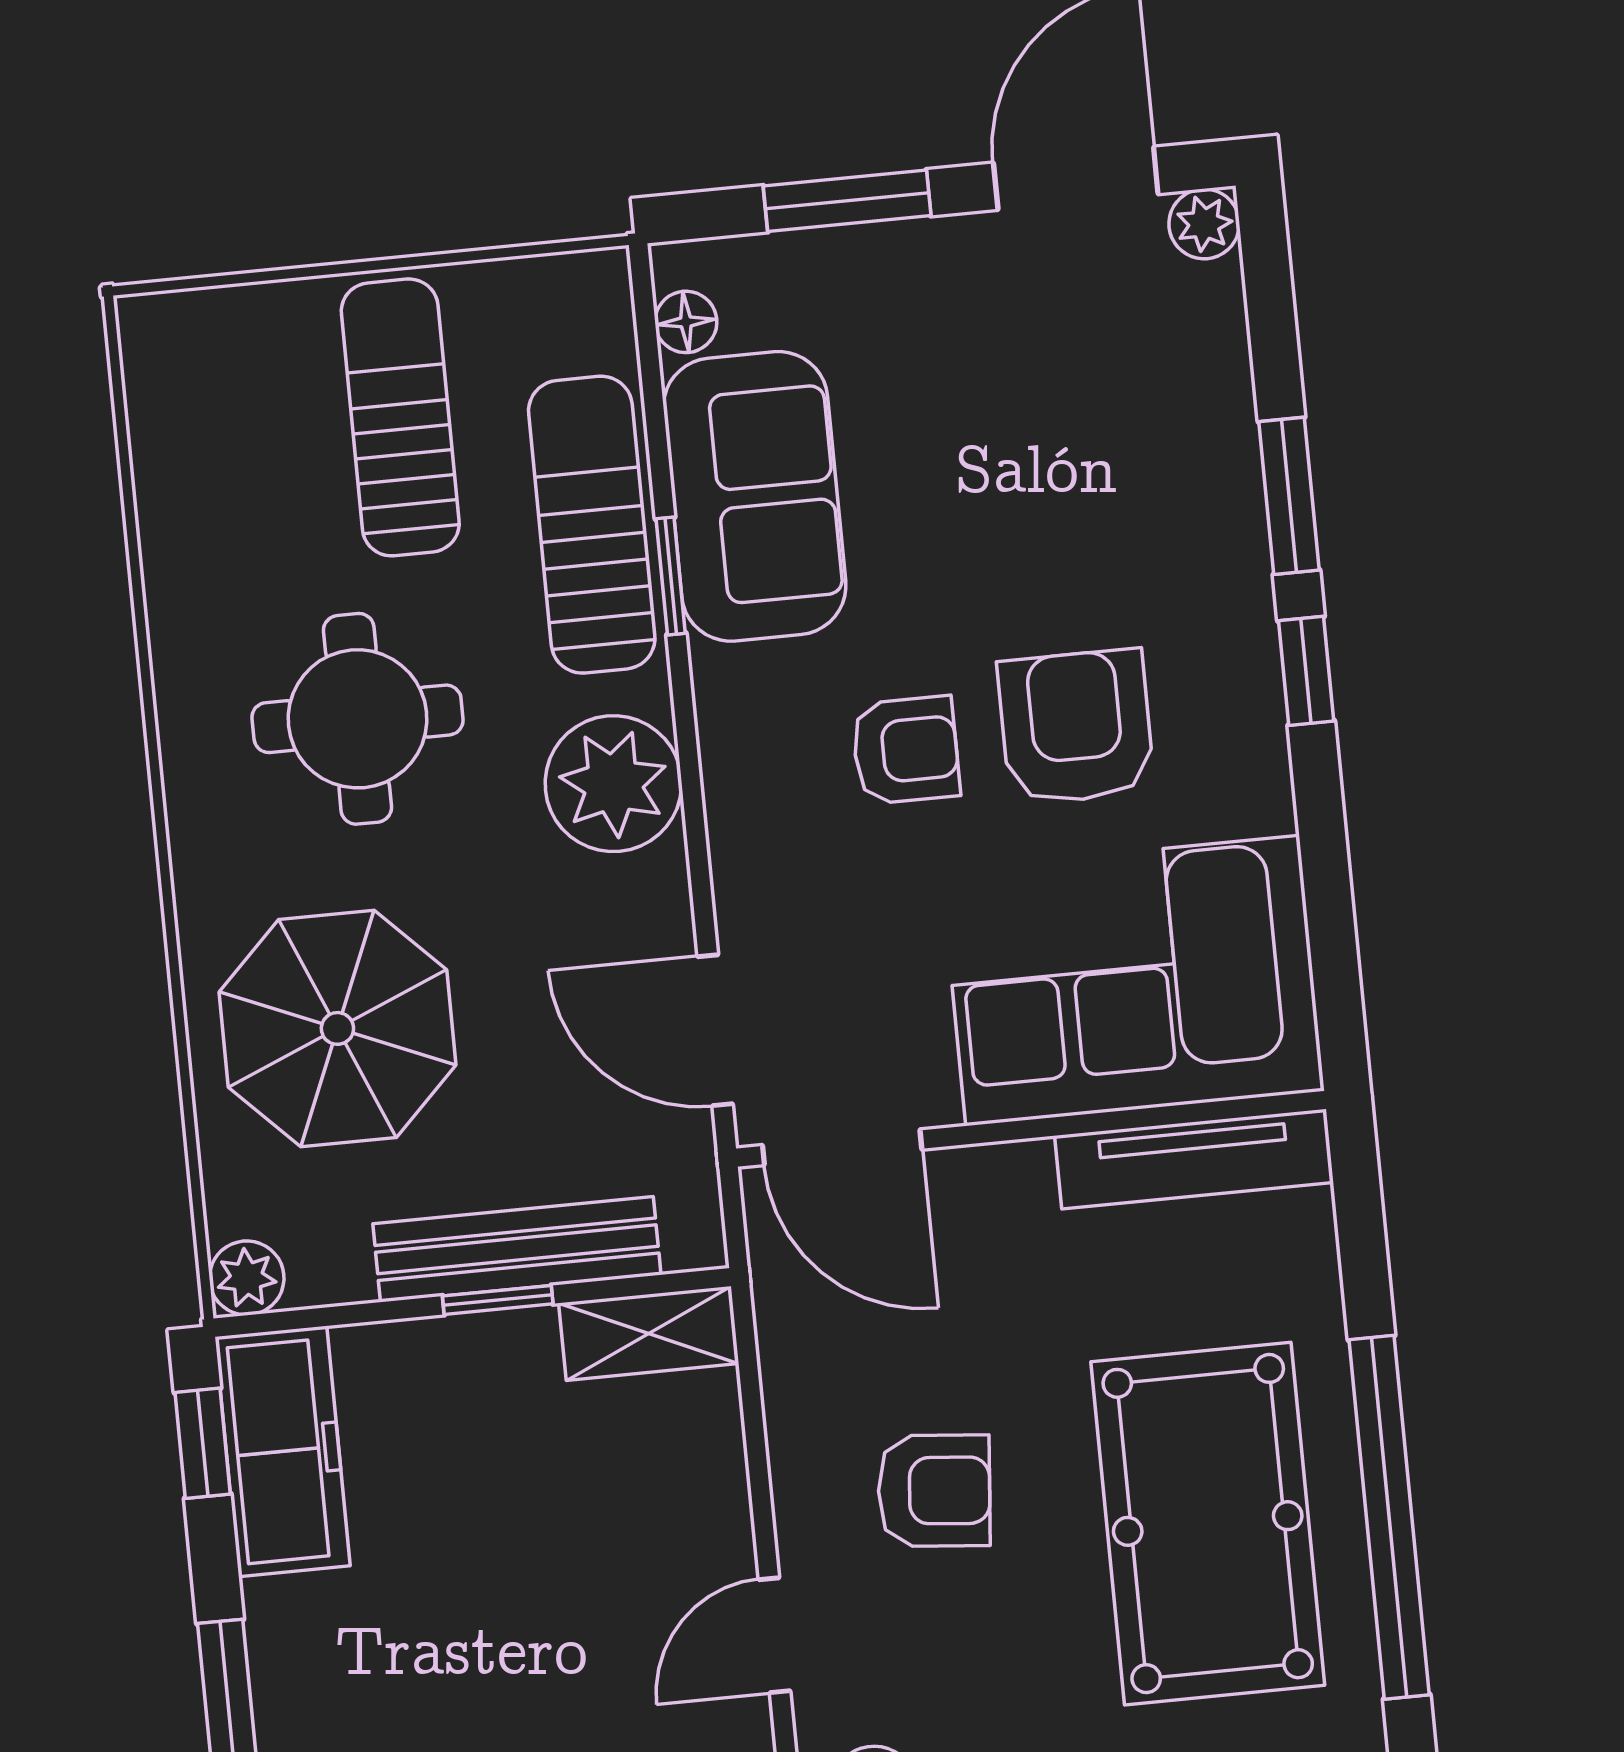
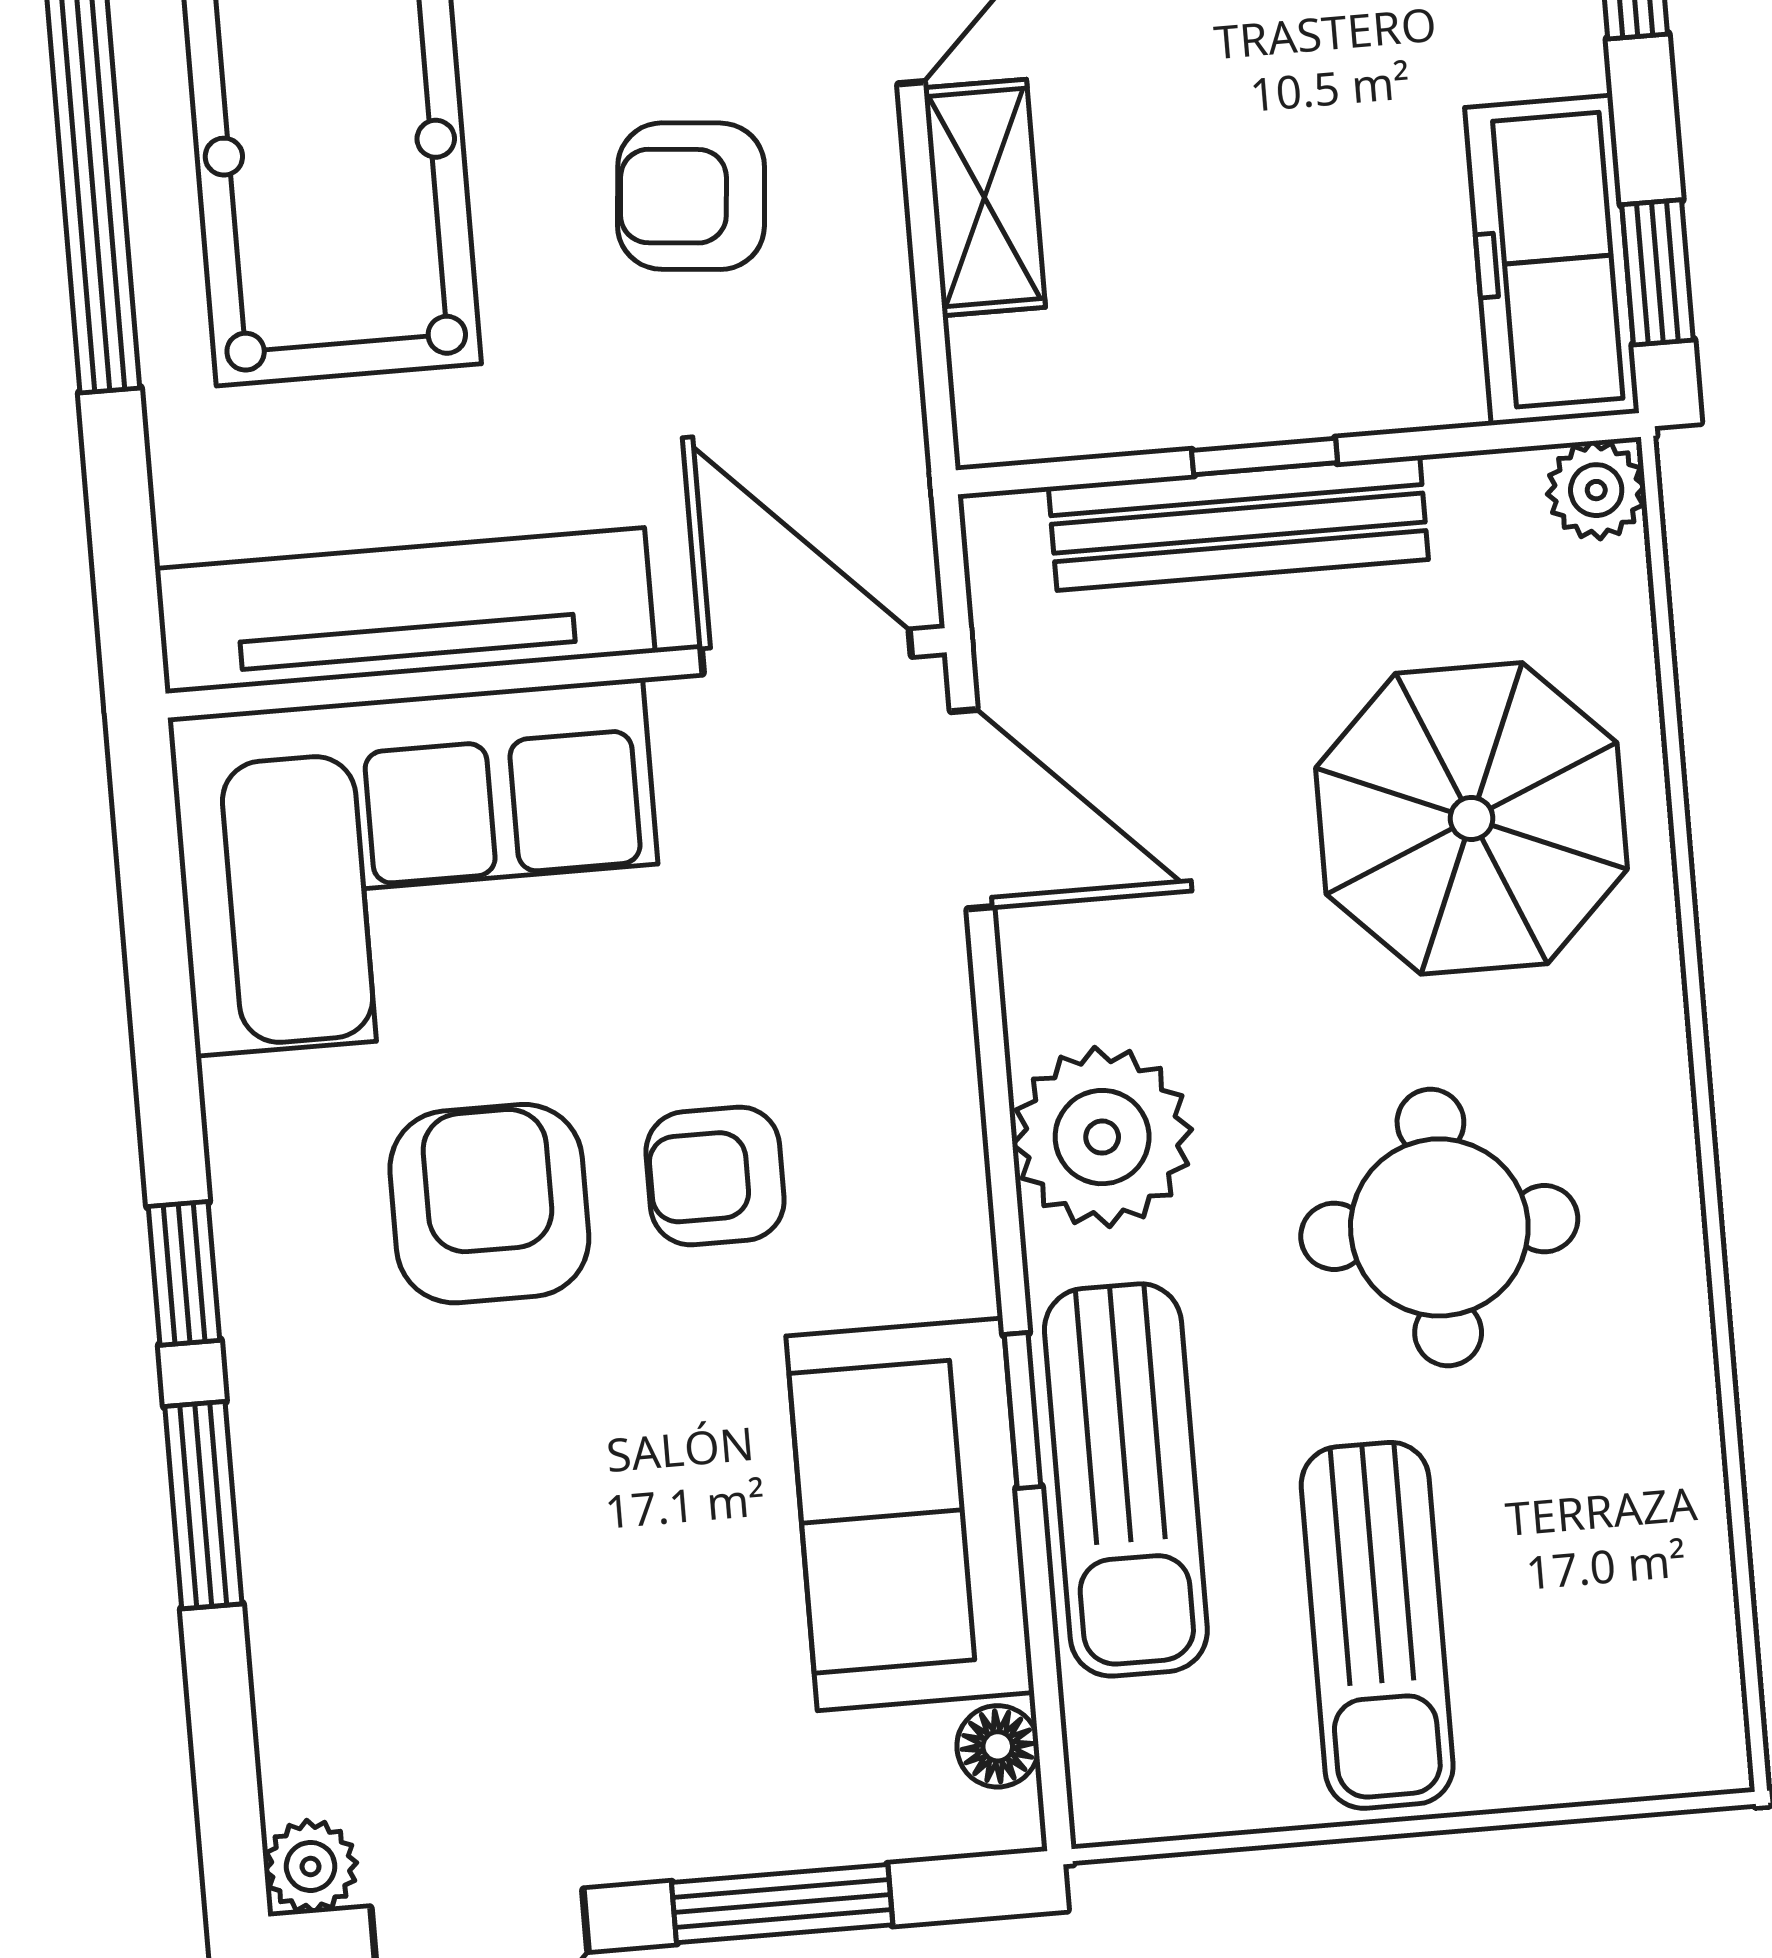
armchair: (1076, 727) -> (489, 1204), turned 180
tv unit: (1194, 1159) -> (405, 610), width x1.36, depth x1.29
shelving: (649, 1333) -> (984, 198), moved, turned 90

